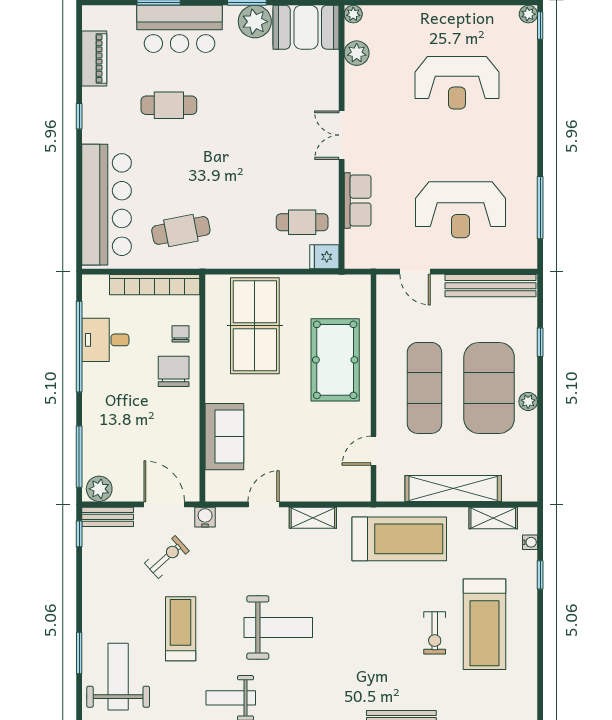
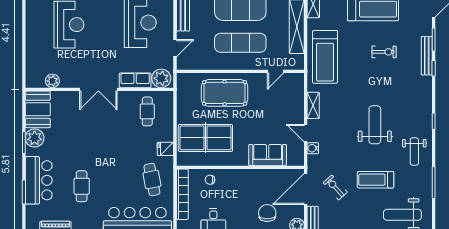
plant: (353, 14) -> (161, 78), moved, width x1.88, depth x1.88
double door: (342, 135) -> (98, 89), width x1.37
fridge: (324, 257) -> (165, 149), moved, turned 90
chair: (174, 371) -> (267, 213), moved, turned 90
door: (374, 451) -> (275, 71), hinge flipped
door: (164, 504) -> (306, 189), width x1.36
water cooler: (205, 517) -> (313, 148), moved
treadmill: (399, 539) -> (325, 57), turned 180
exercise bike: (435, 633) -> (384, 52), moved

